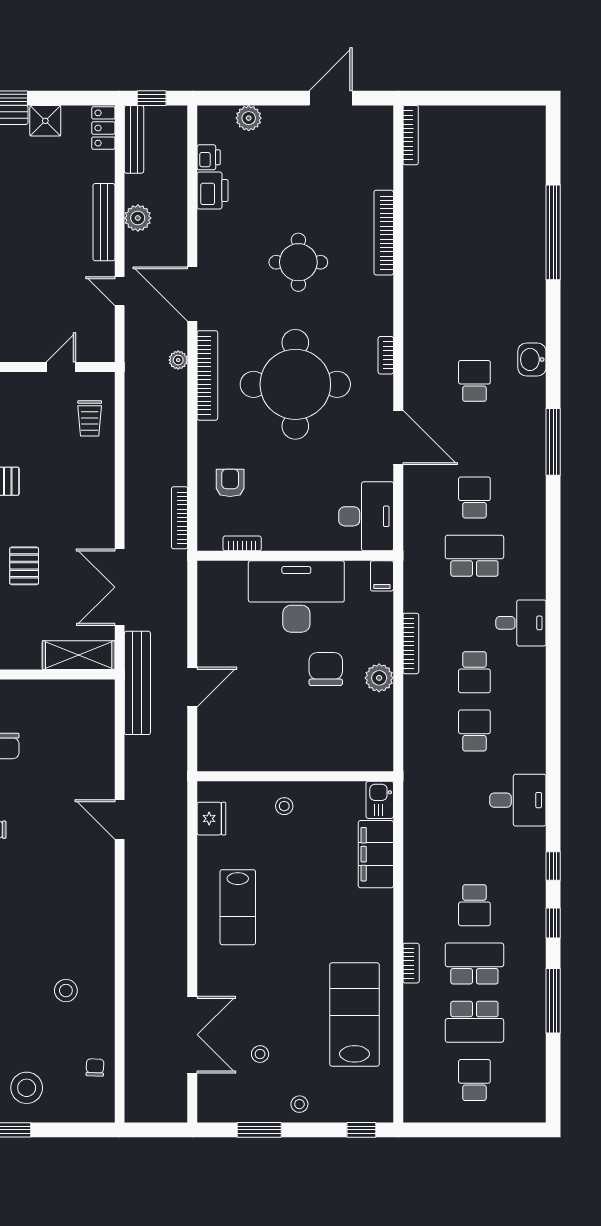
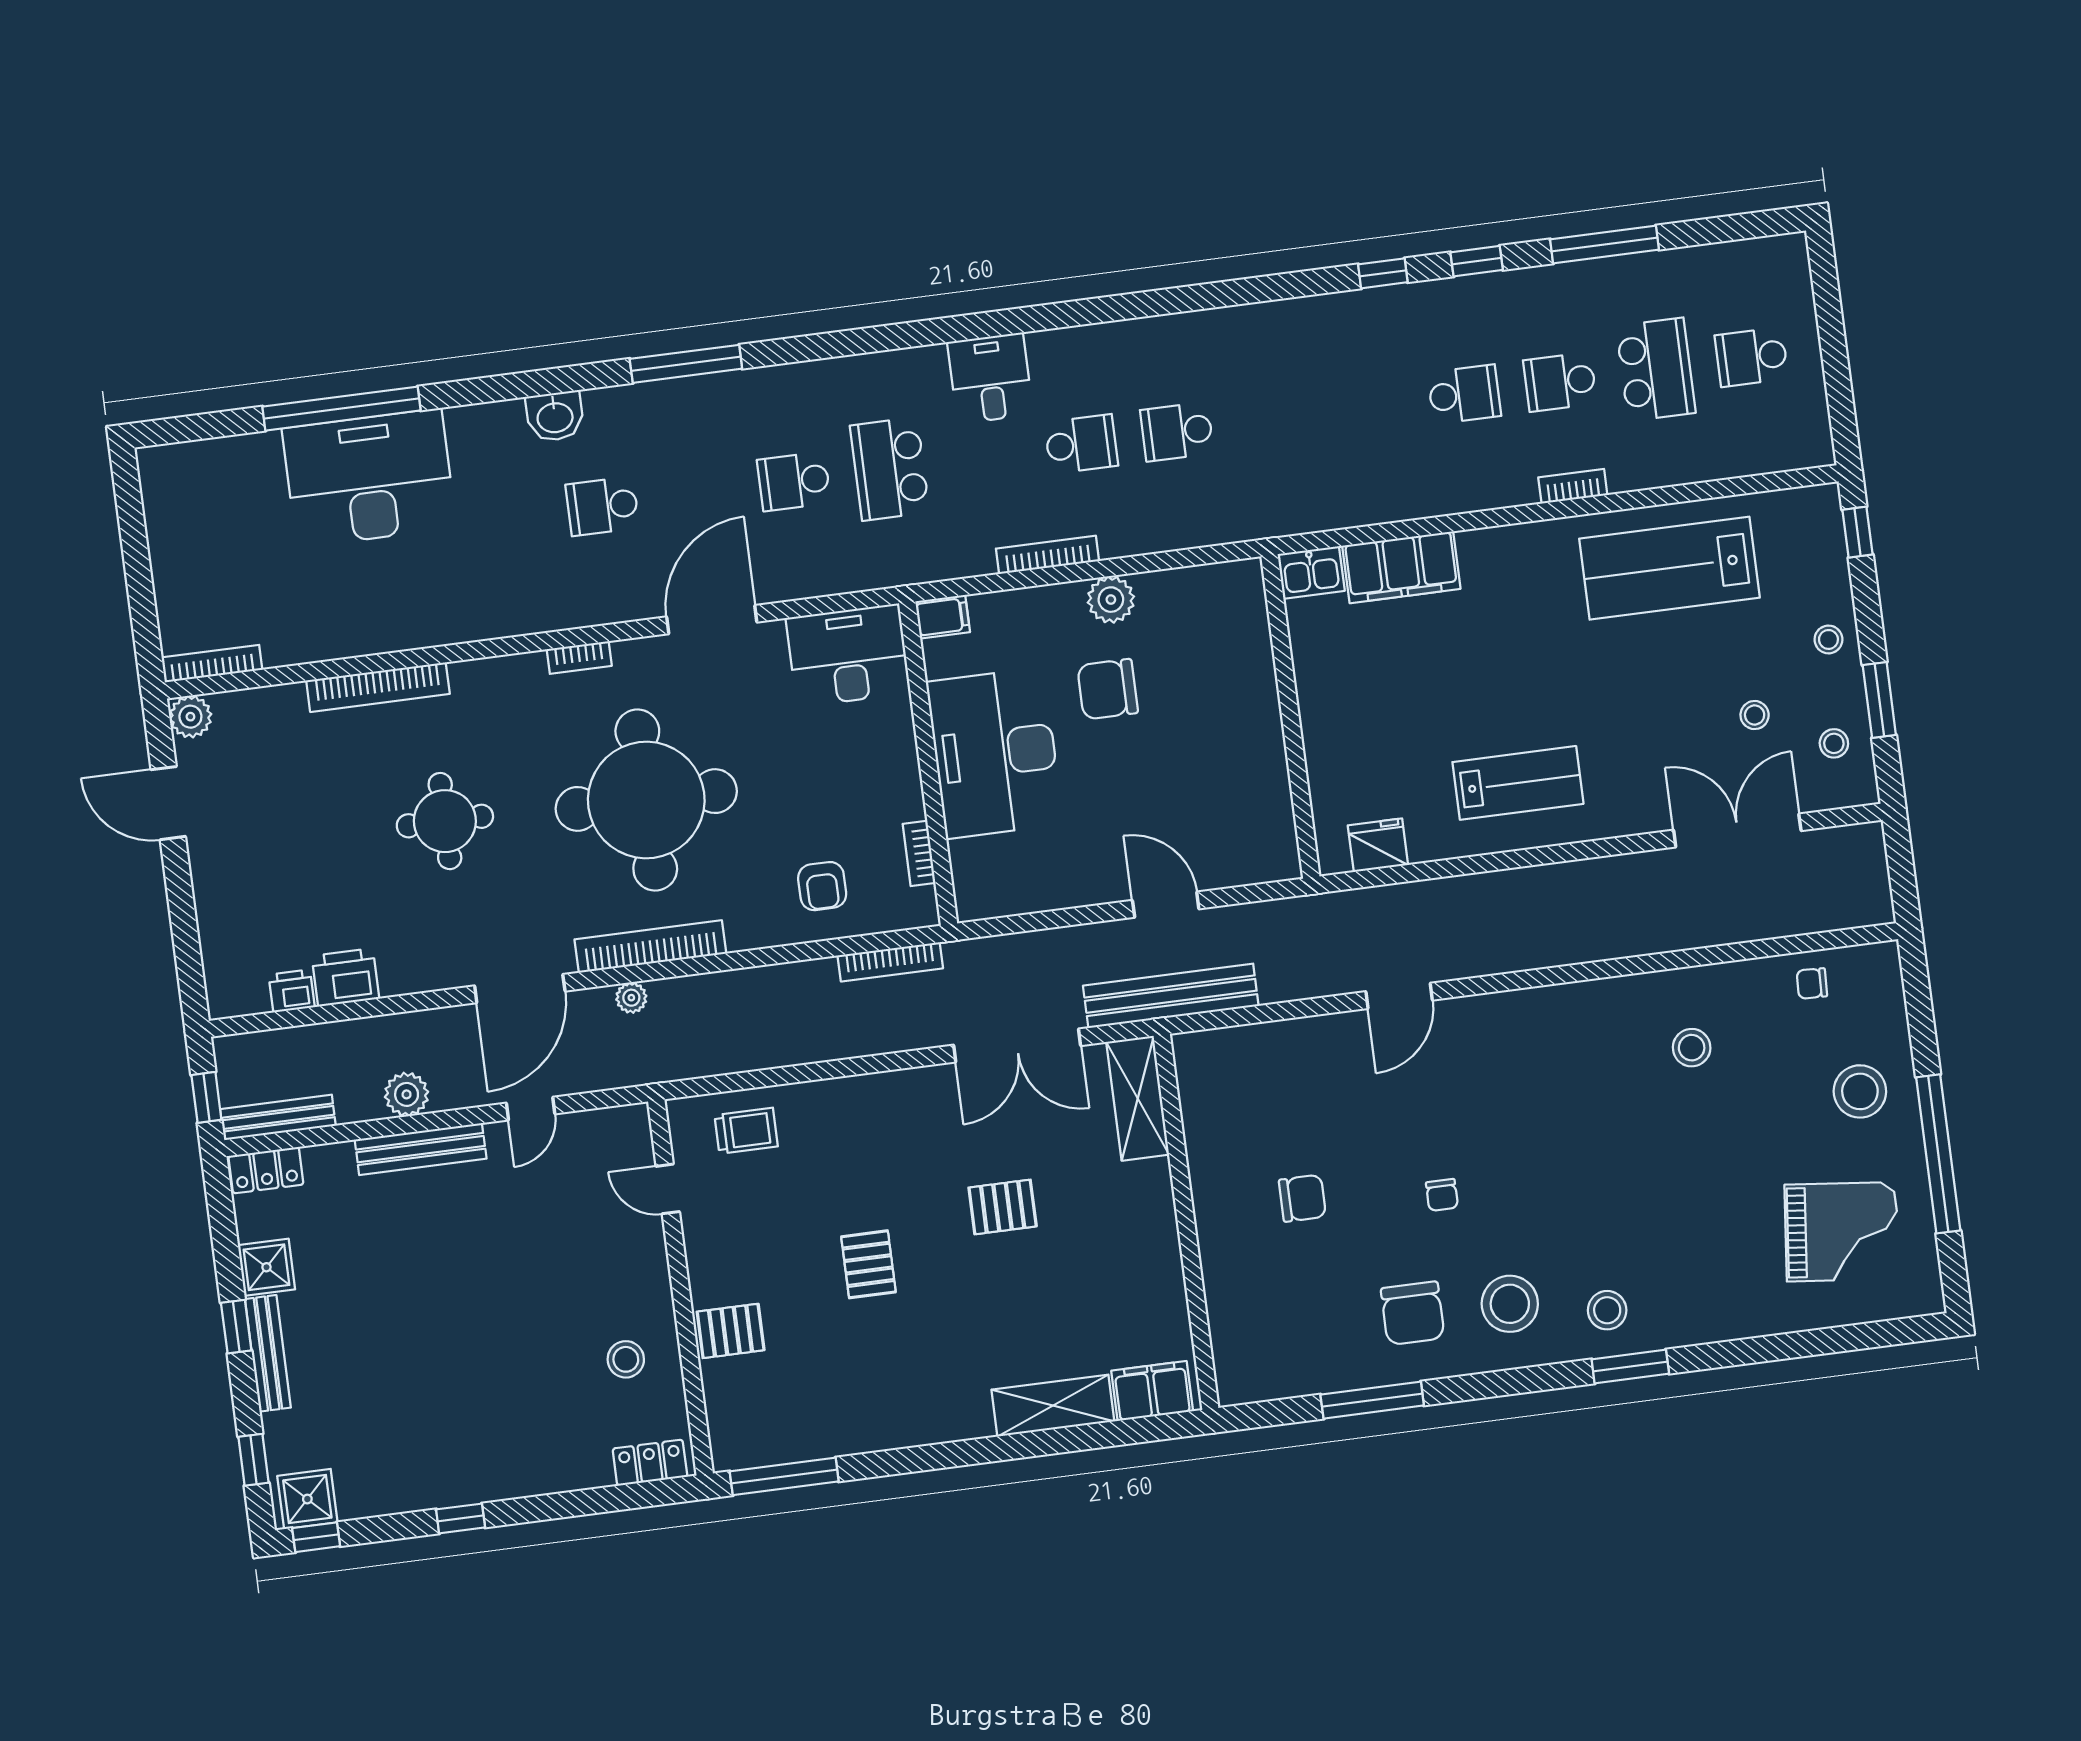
plant: (249, 118) -> (190, 717), moved
armchair: (230, 483) -> (822, 886), turned -90
desk: (518, 800) -> (369, 478), moved, width x1.87, depth x1.30
stool: (284, 806) -> (1834, 743), moved
school desk: (474, 964) -> (1560, 382), width x0.54

